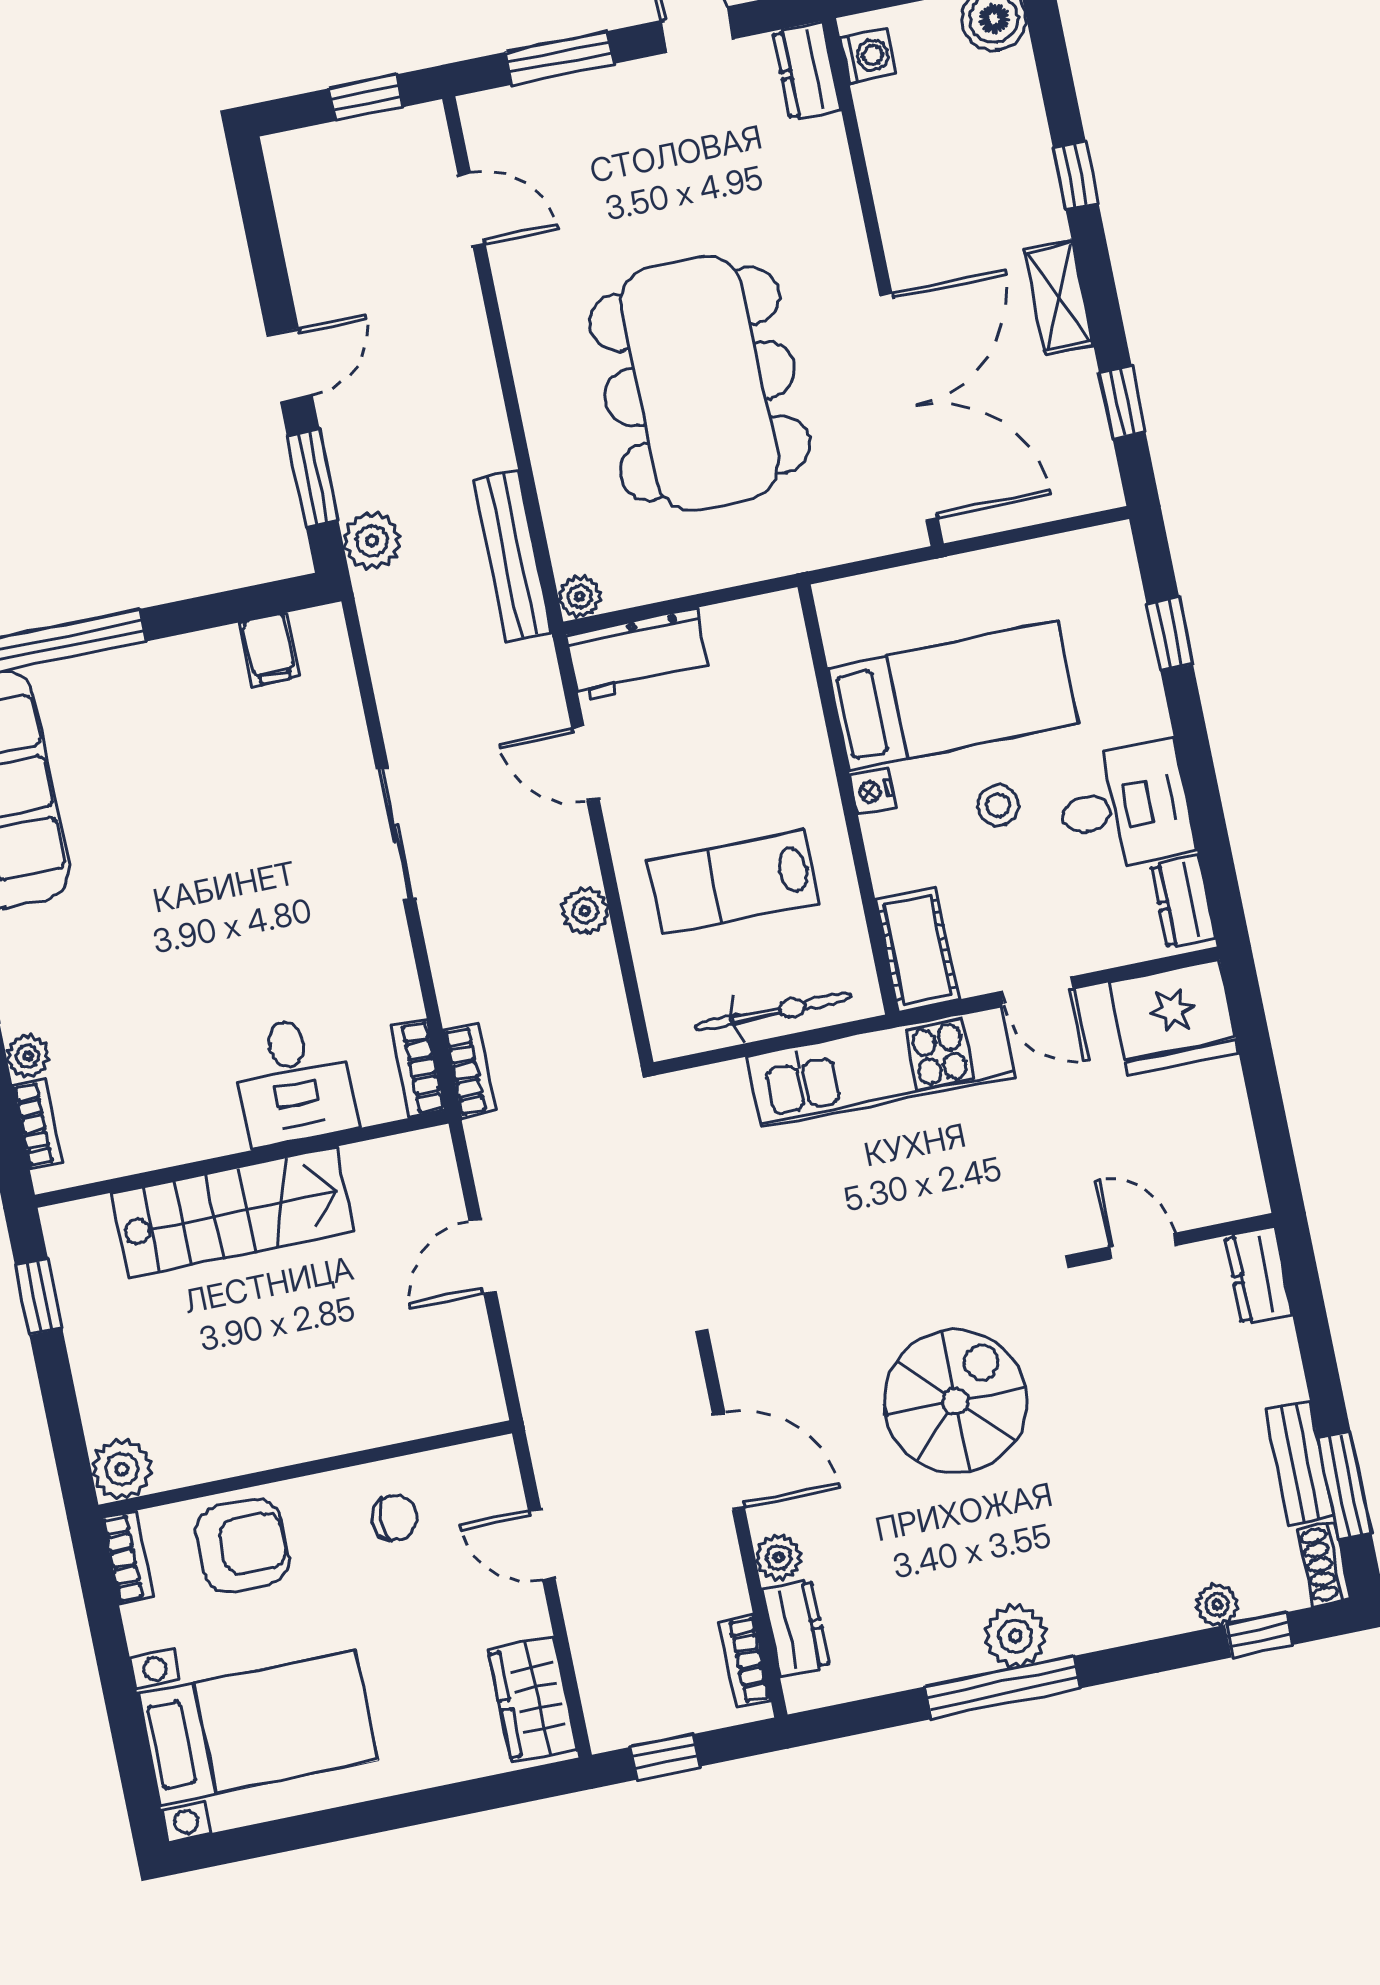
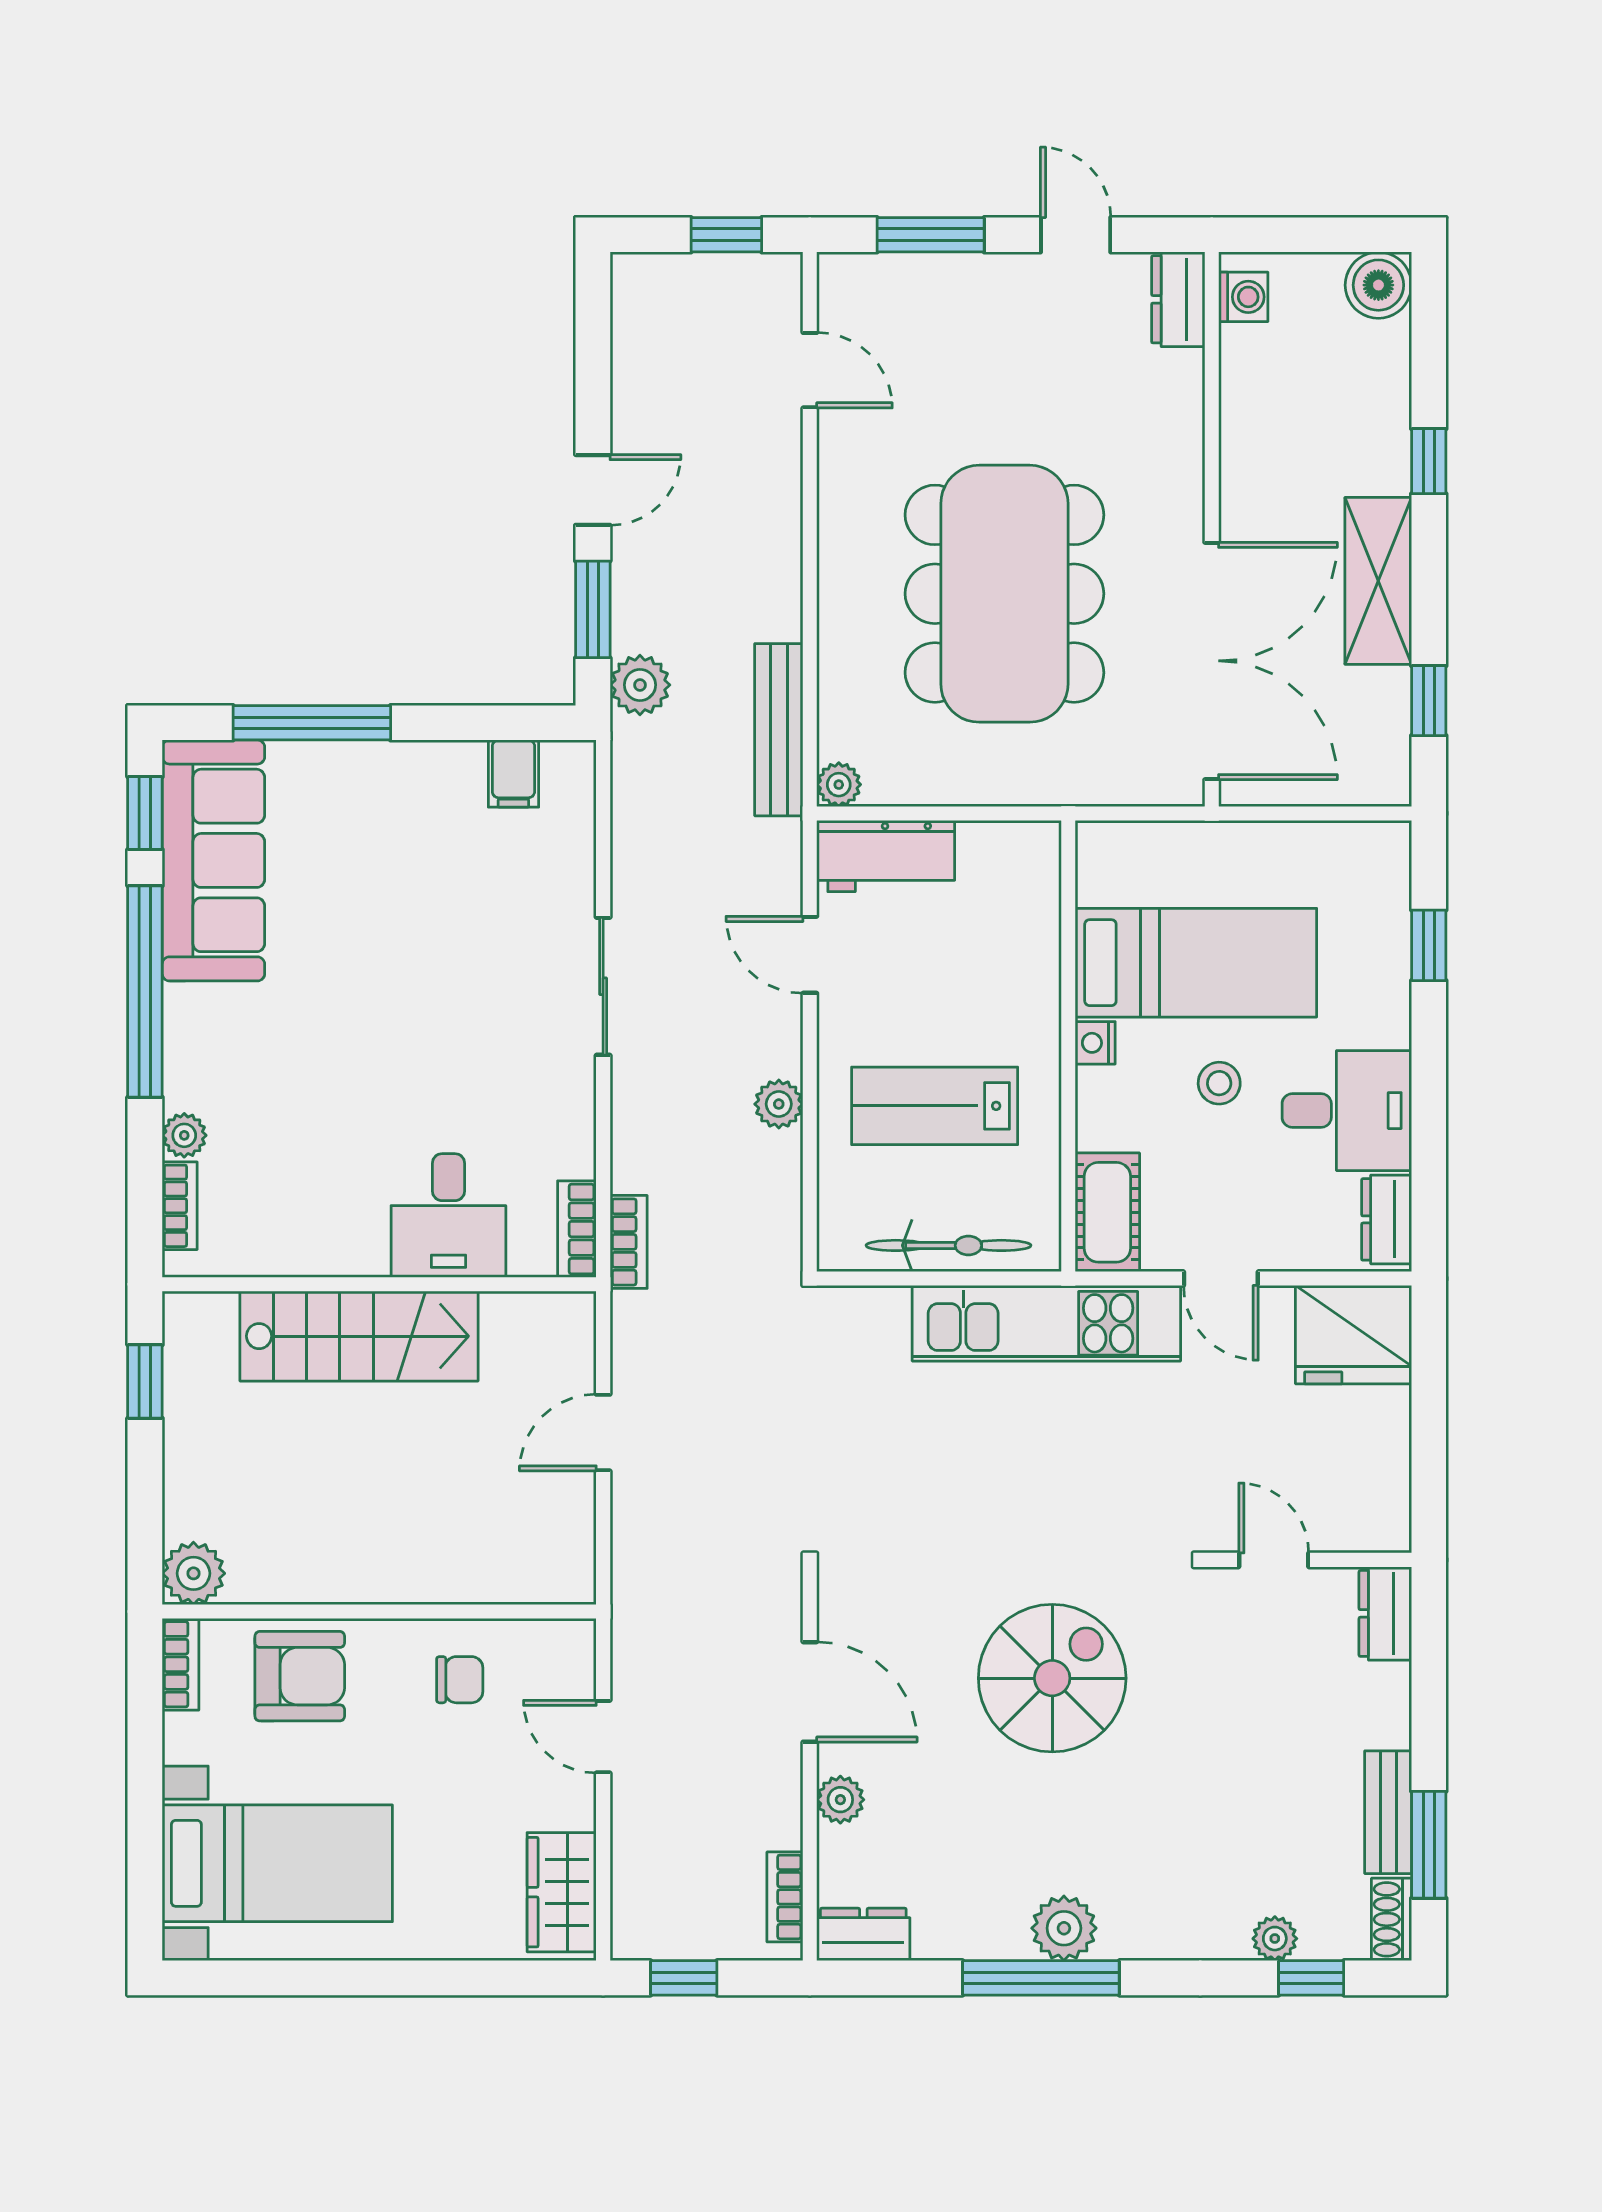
shelving: (1059, 297) -> (1378, 581), width x1.50, depth x1.33
dresser: (796, 1628) -> (863, 1934), moved, turned -90

